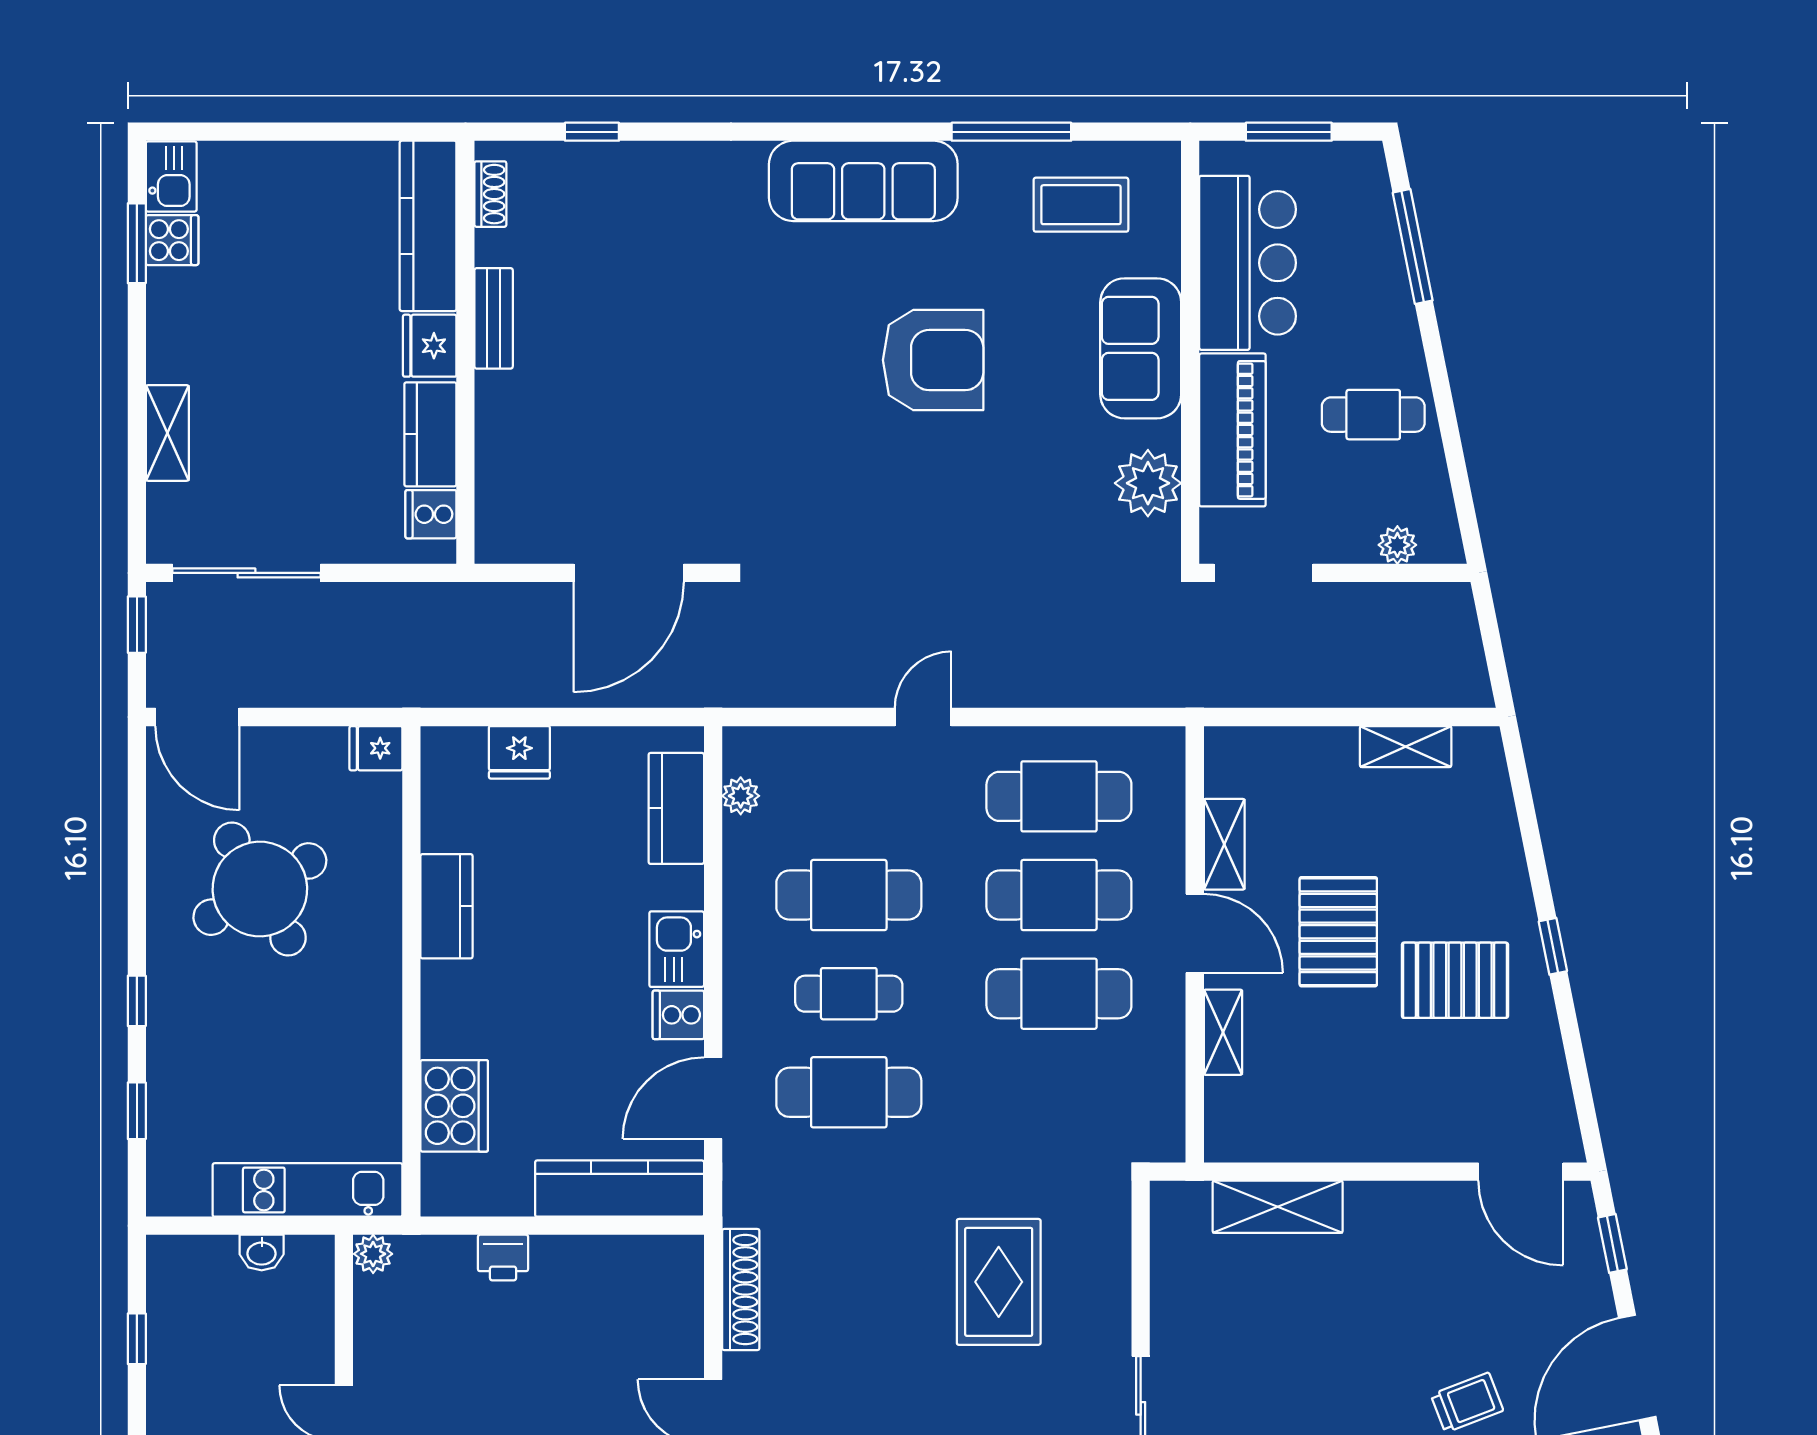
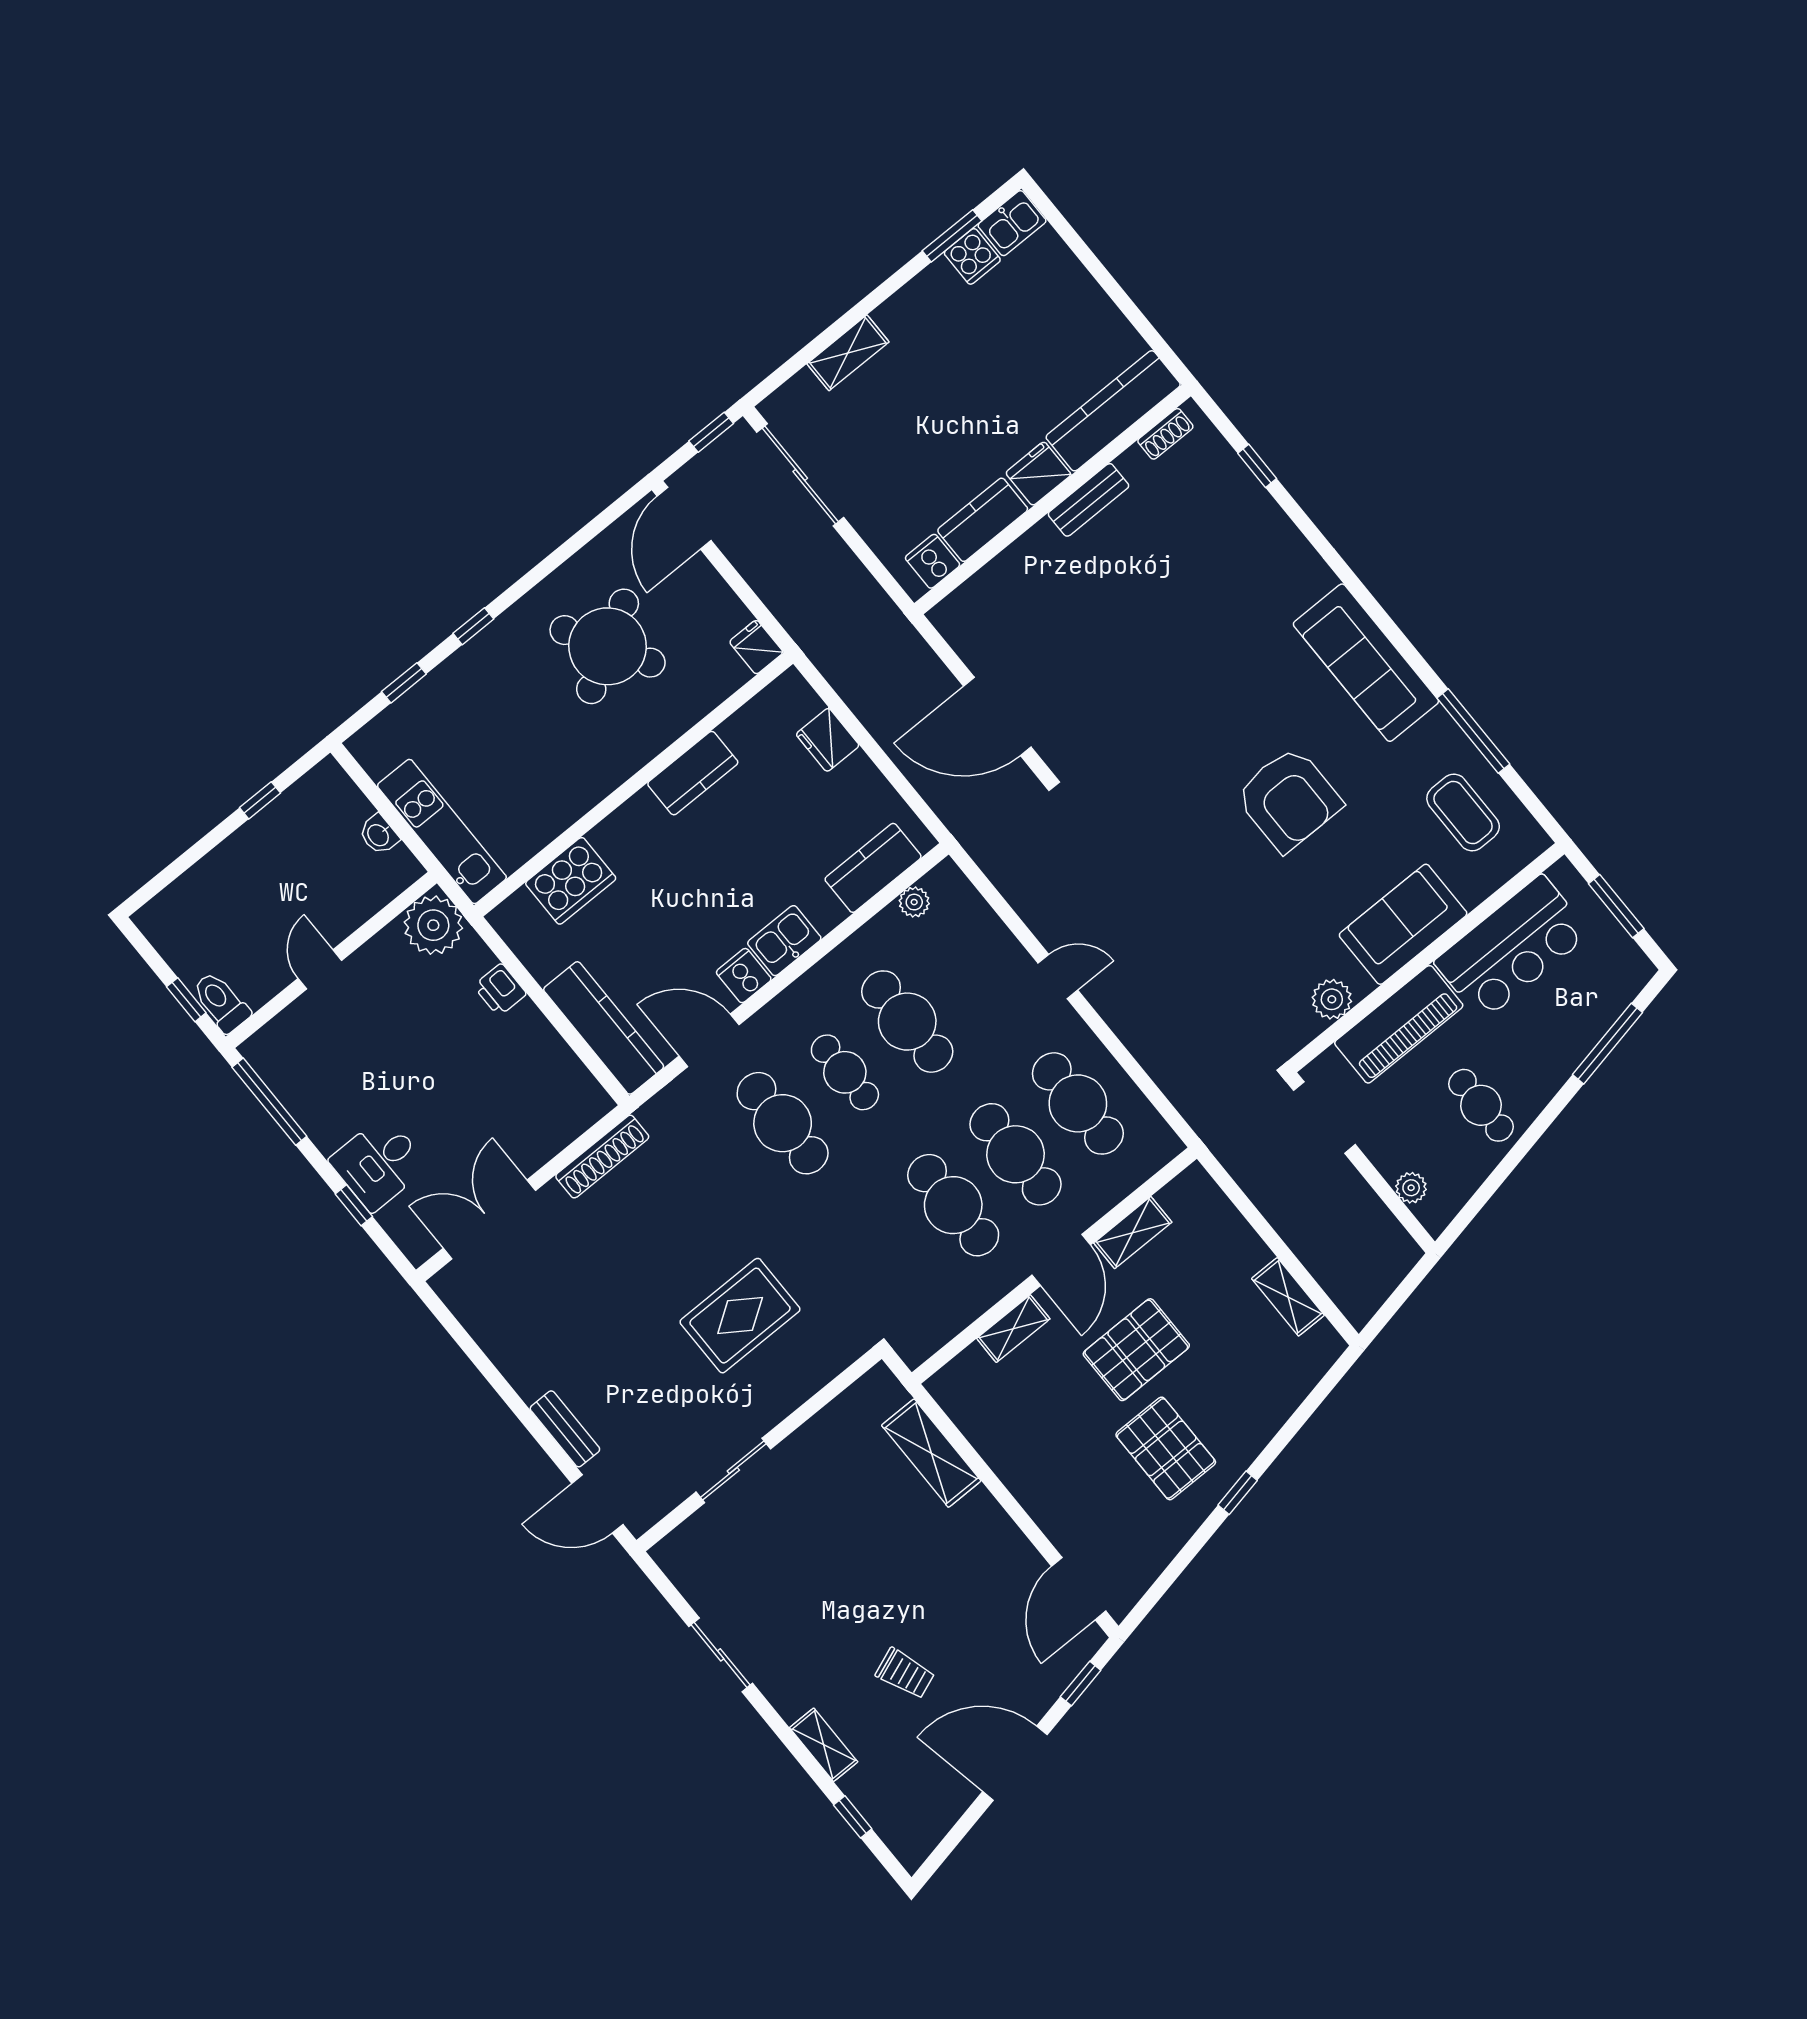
plant: (1148, 483) -> (1332, 999), width x0.73, depth x0.73
plant: (373, 1254) -> (433, 925), width x1.88, depth x1.88

